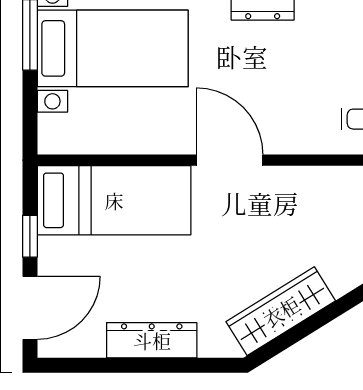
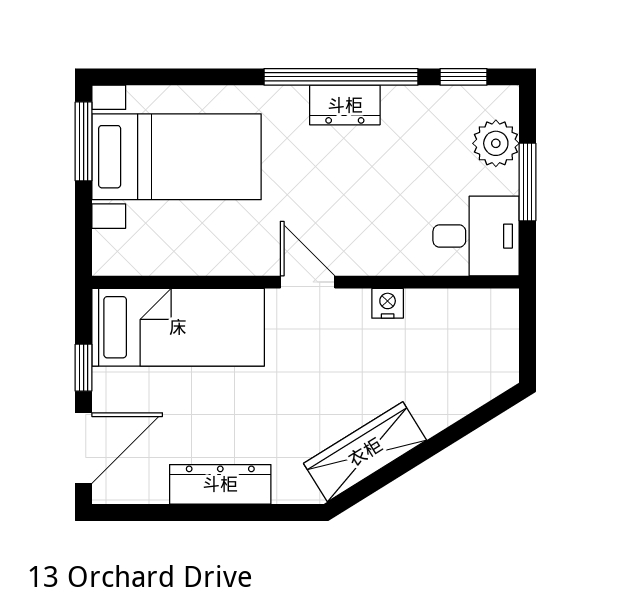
door: (229, 160) -> (308, 282), width x0.73
nightstand: (301, 179) -> (388, 303), added

